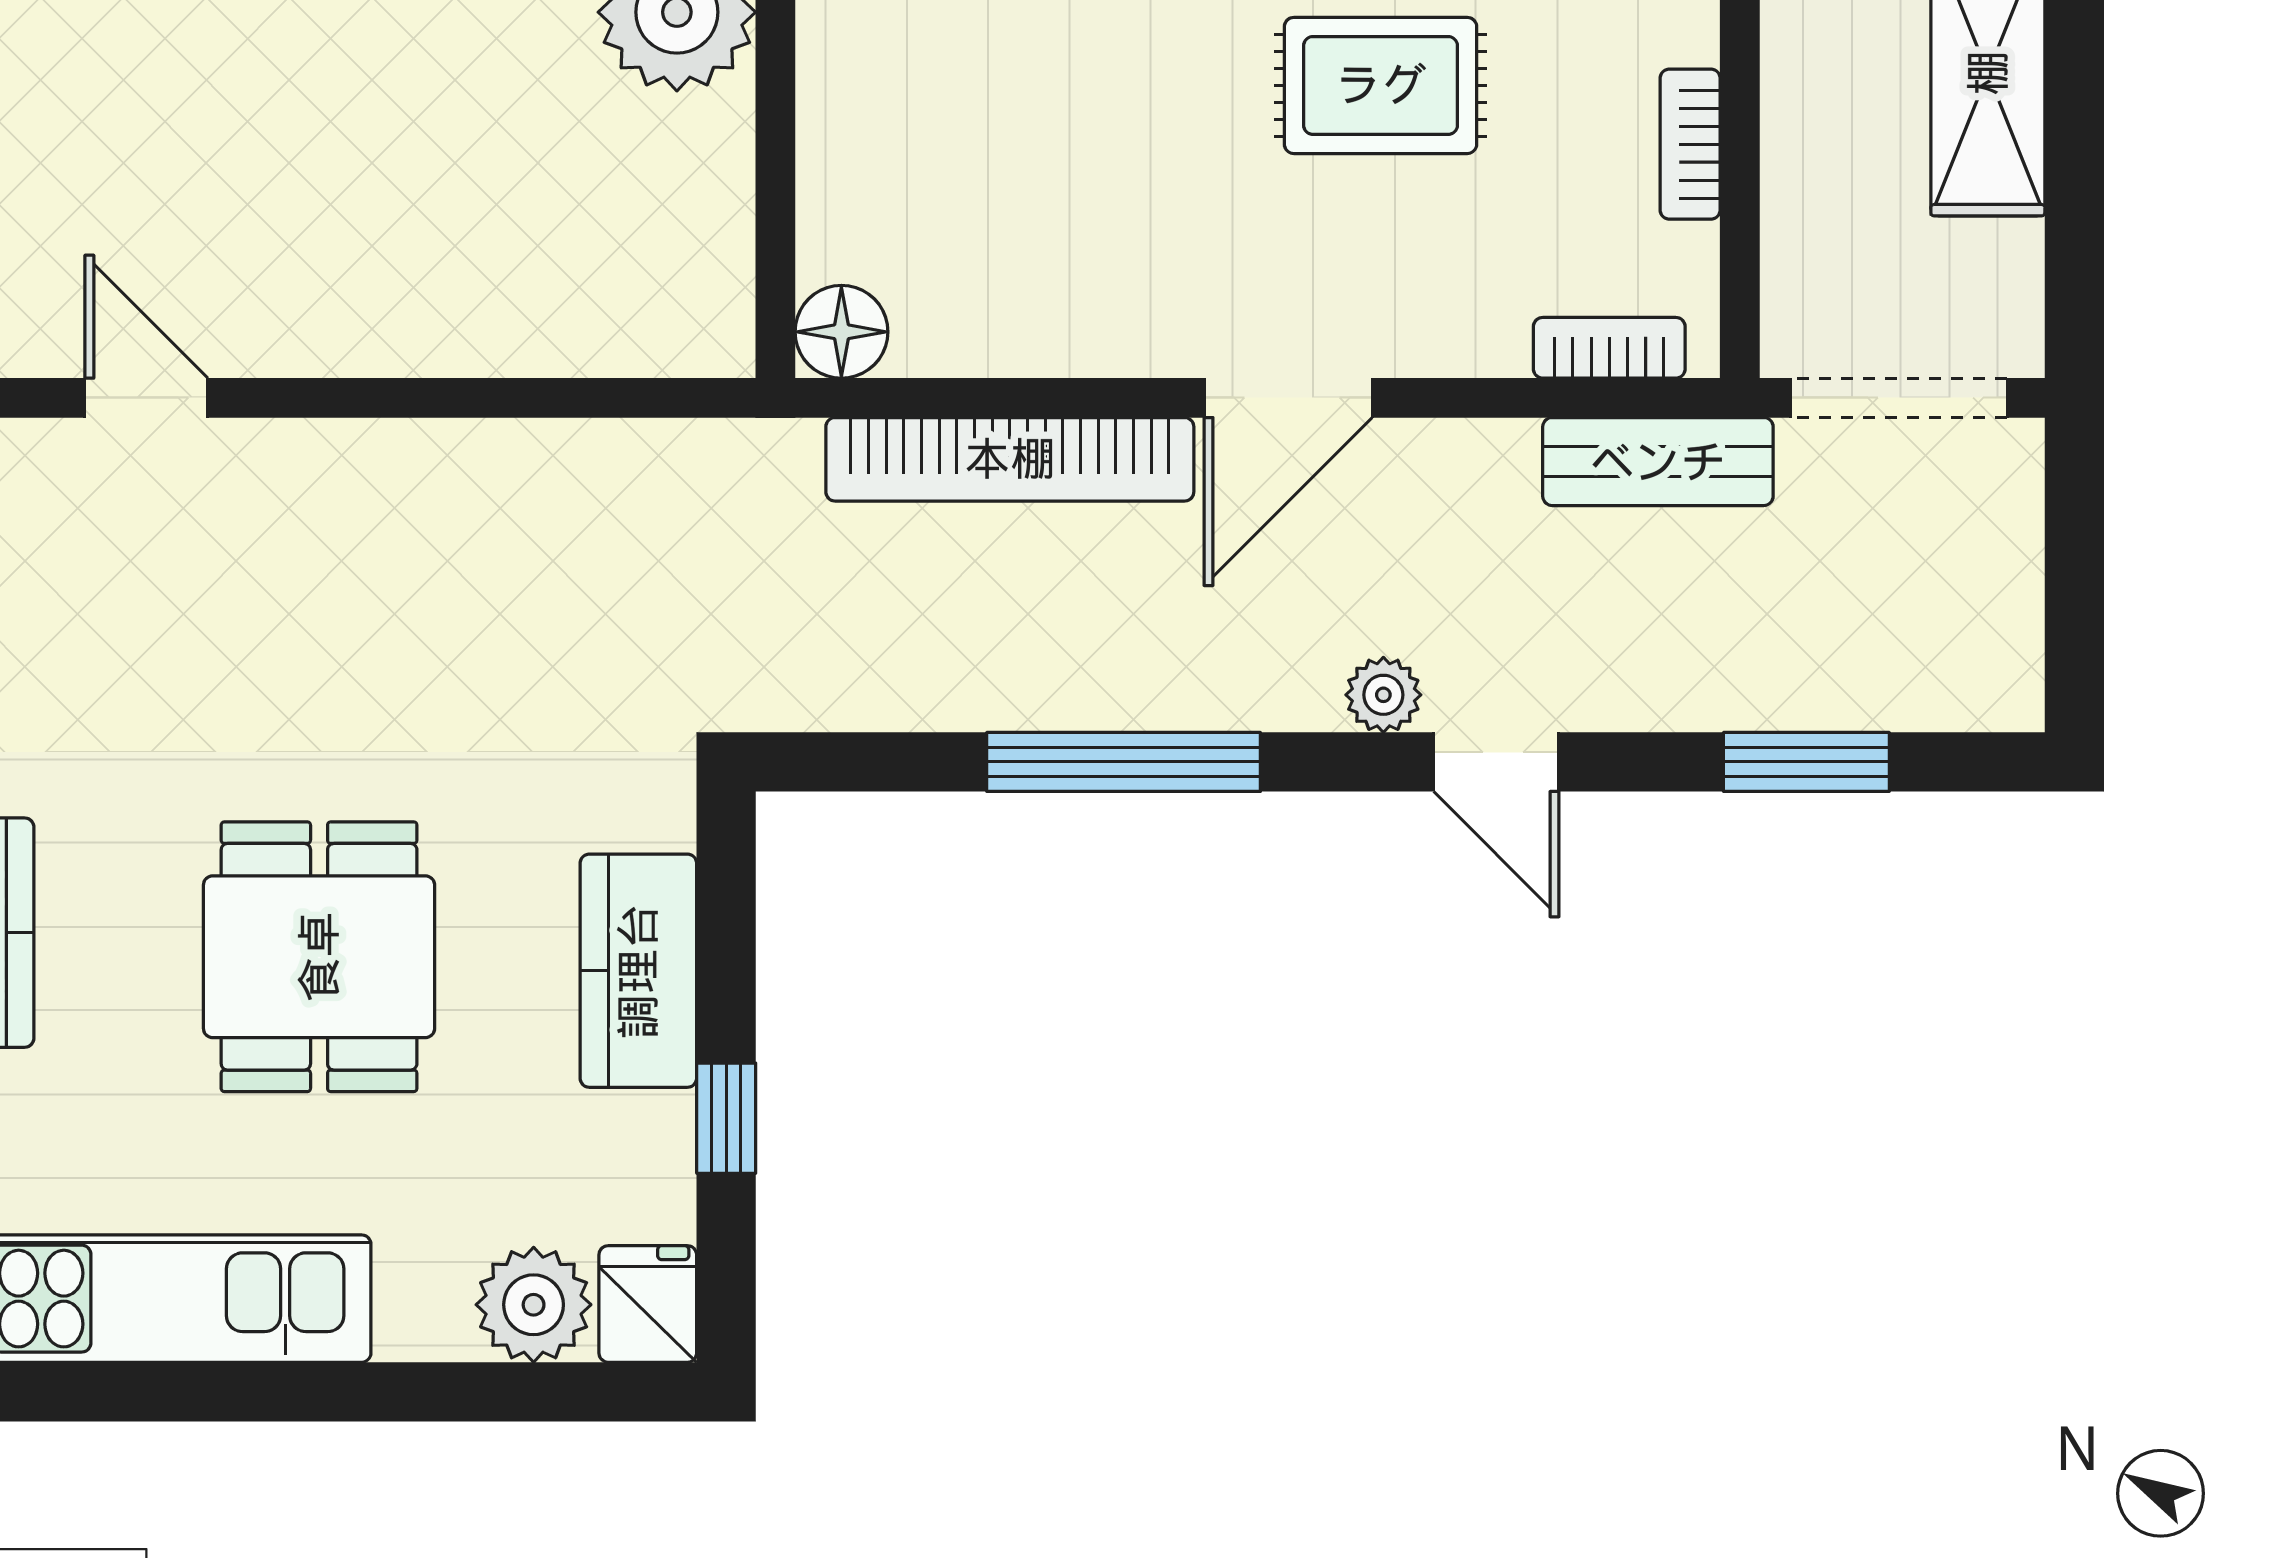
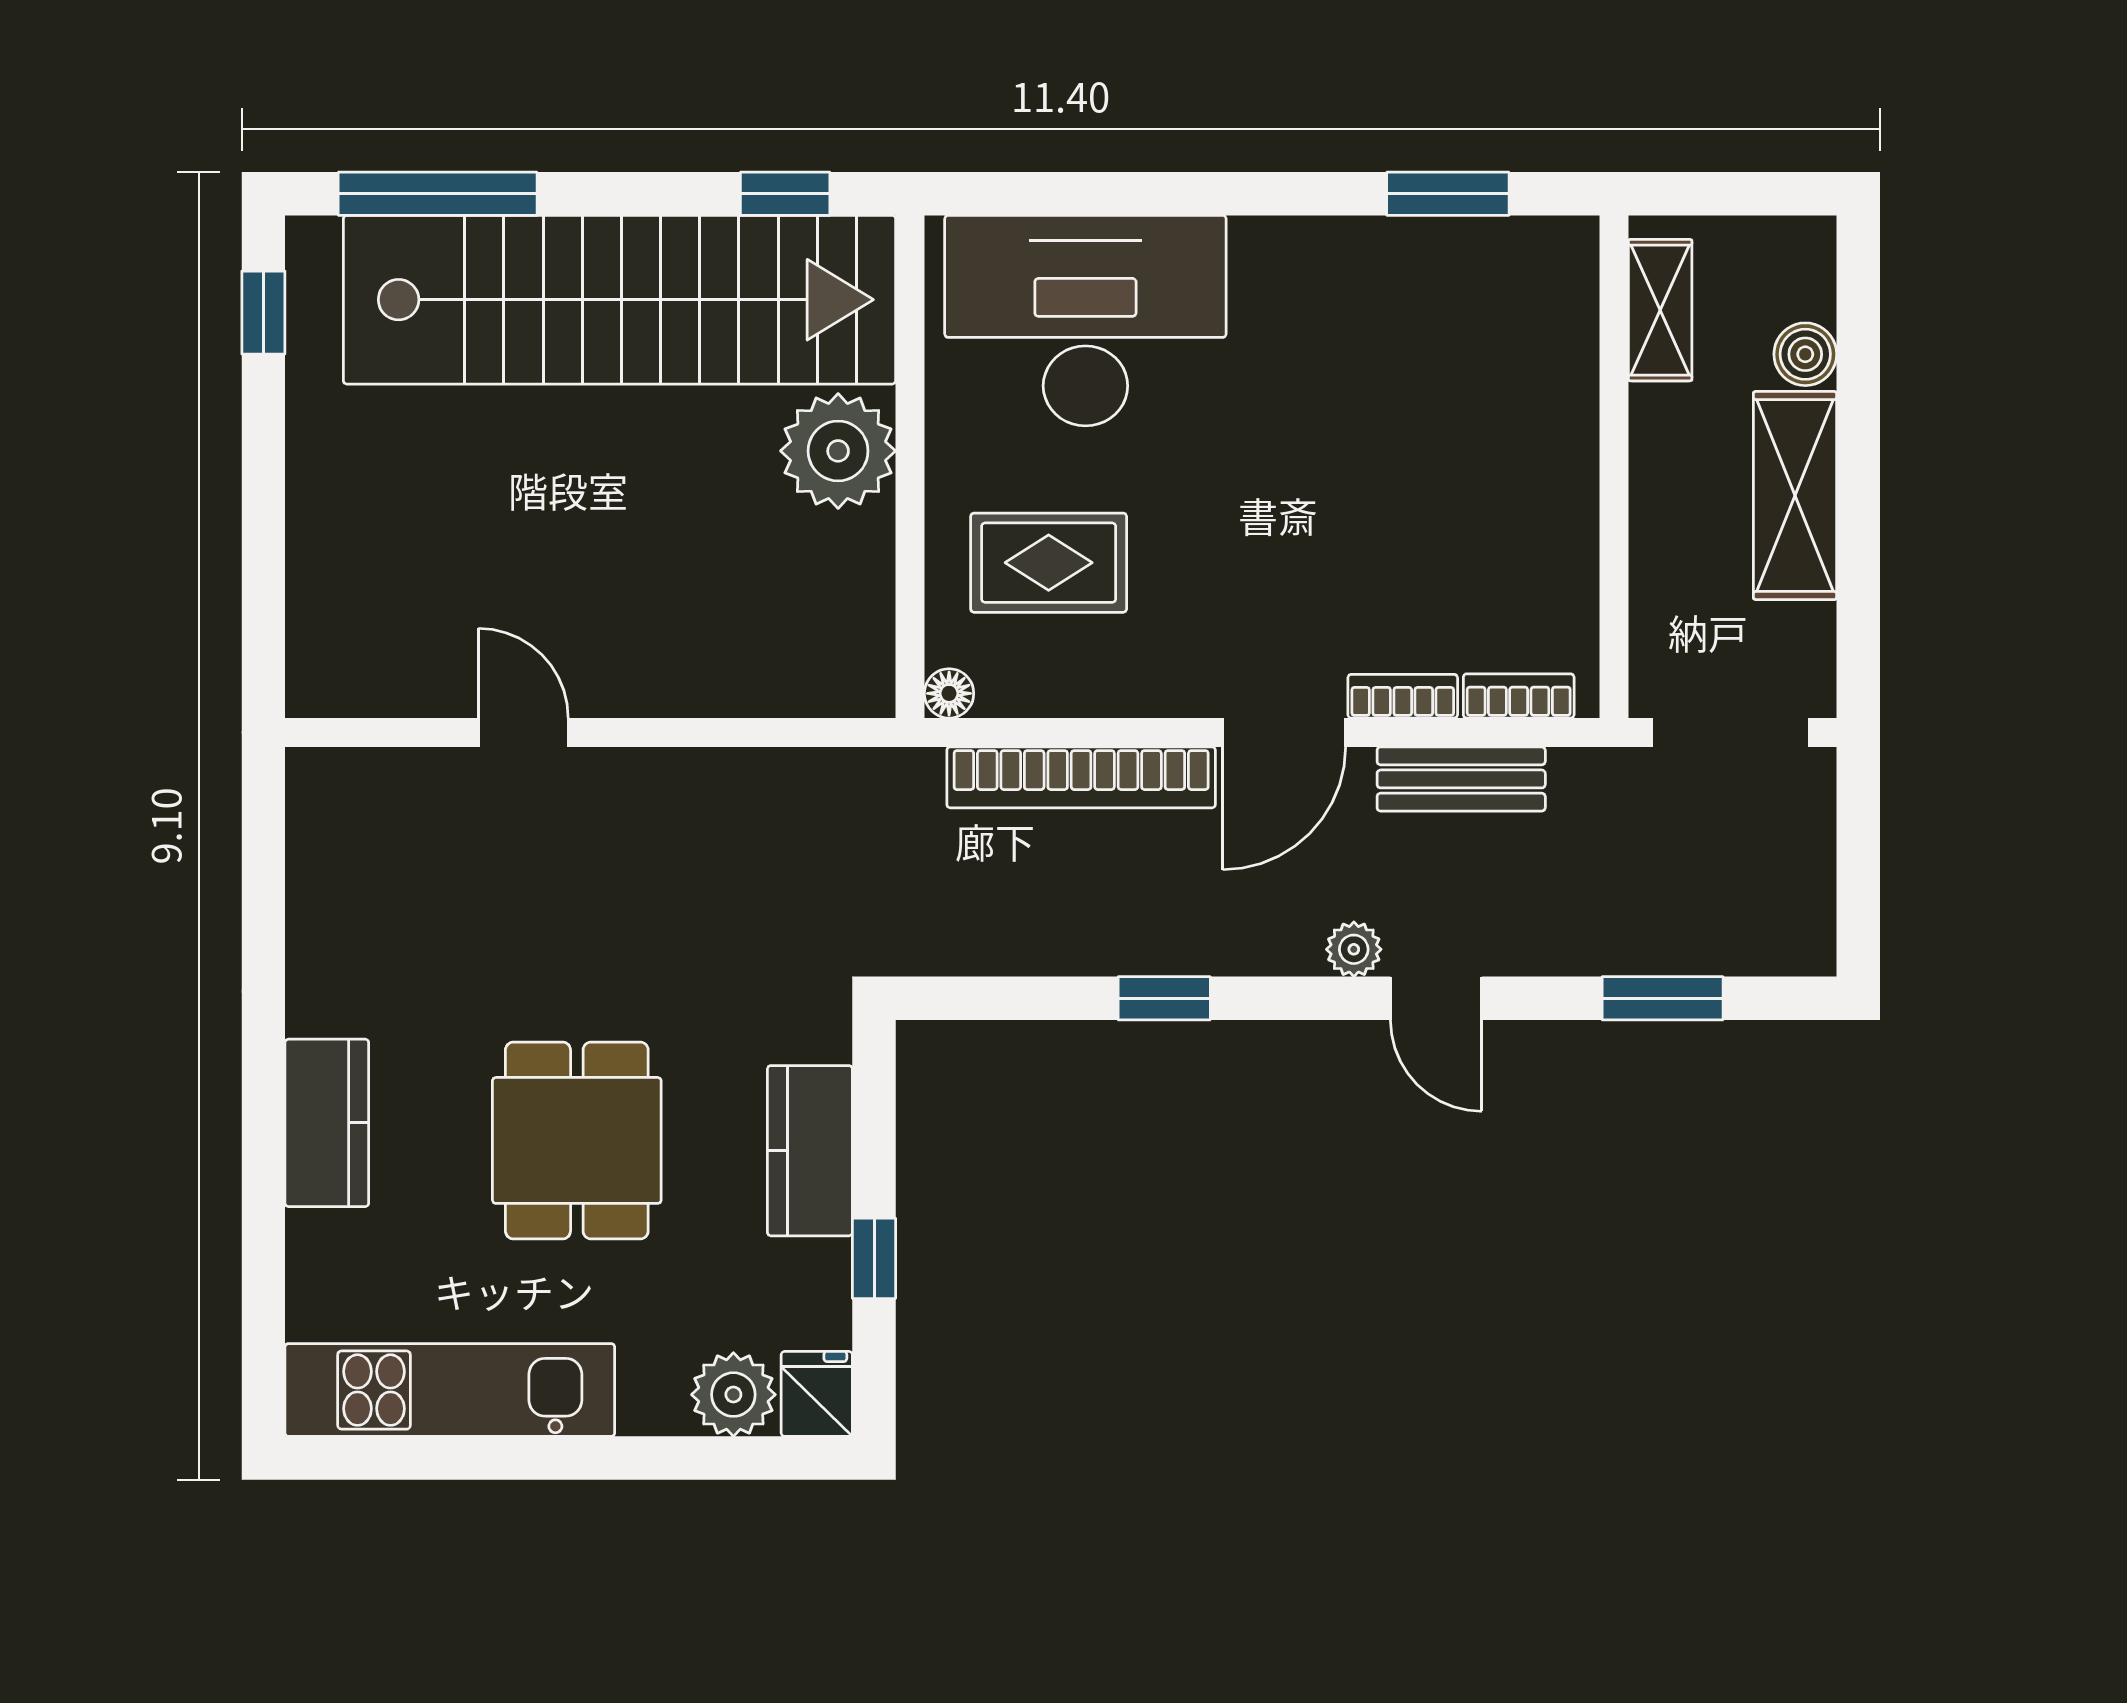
rug: (1381, 85) -> (1049, 563), moved
bookcase: (1690, 144) -> (1403, 696), moved, turned 90
floor lamp: (841, 332) -> (949, 693), width x0.73, depth x0.73
door: (146, 398) -> (523, 732), moved
bench: (1658, 462) -> (1461, 779), moved
window: (1124, 762) -> (1164, 998), width x0.46

